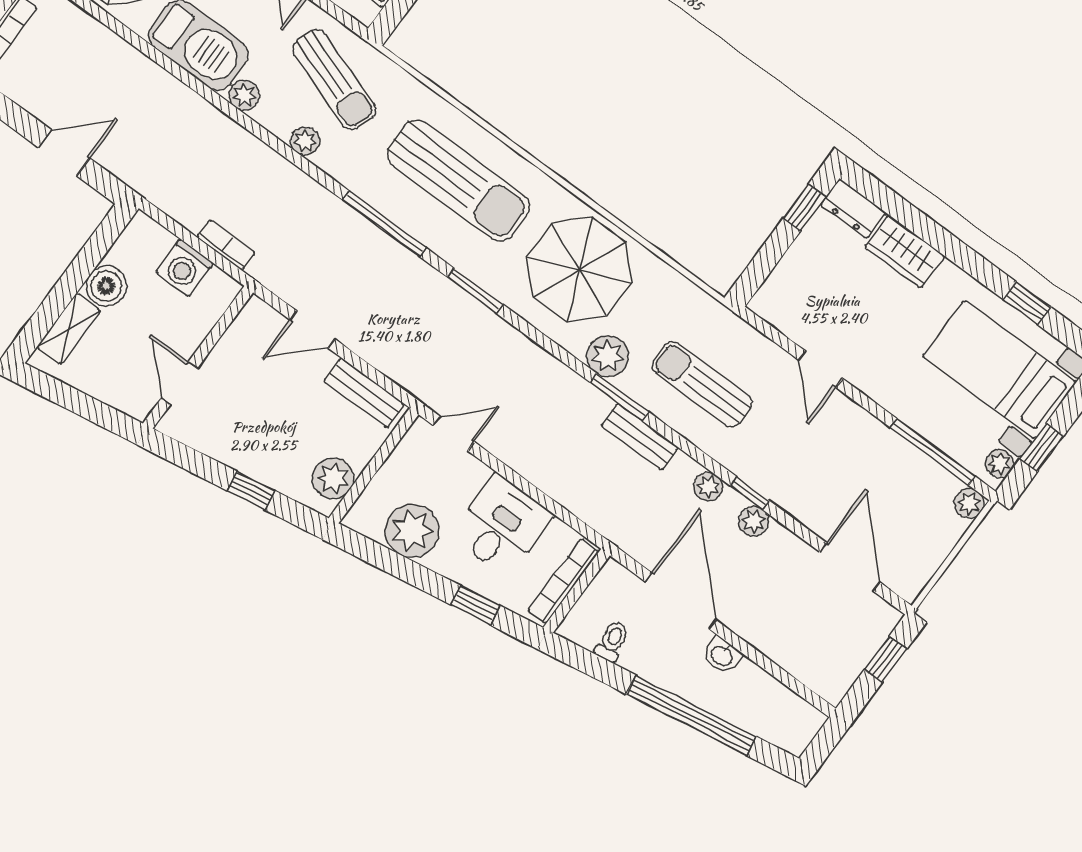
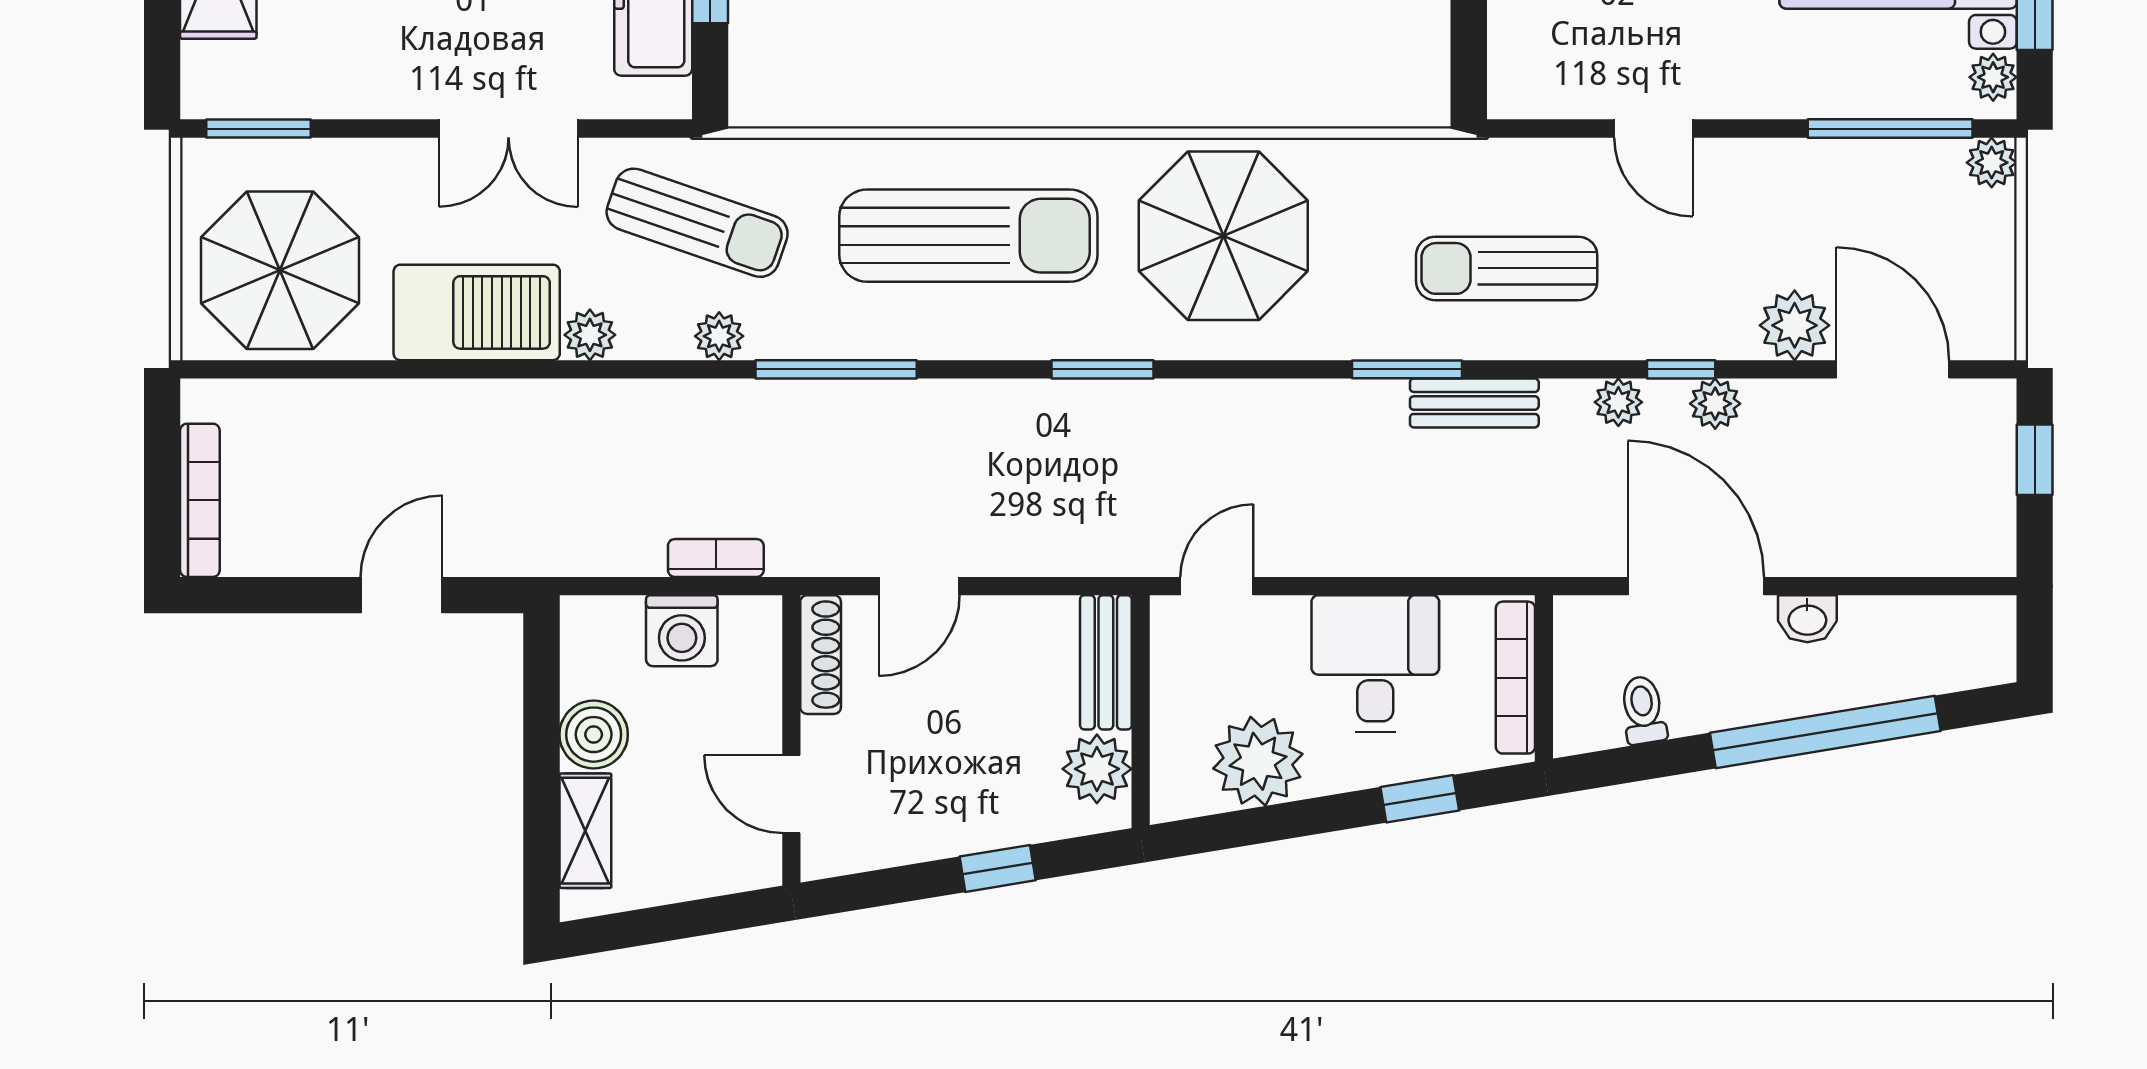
window: (384, 224) -> (836, 369), moved
shoe rack: (242, 327) -> (821, 655), added
plant: (608, 356) -> (1795, 325), moved
bench: (364, 393) -> (1106, 662), moved, turned 90

